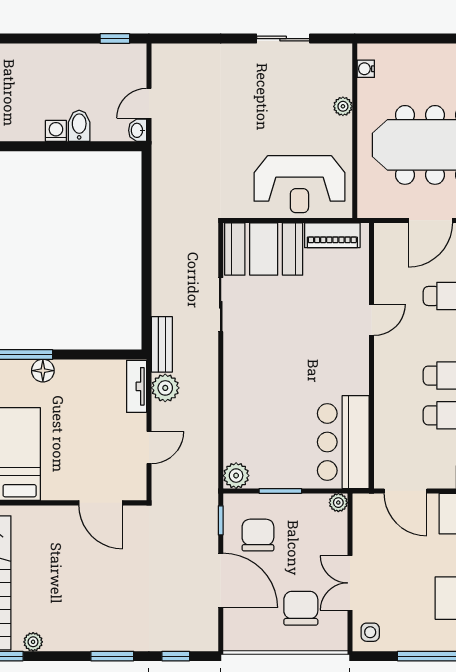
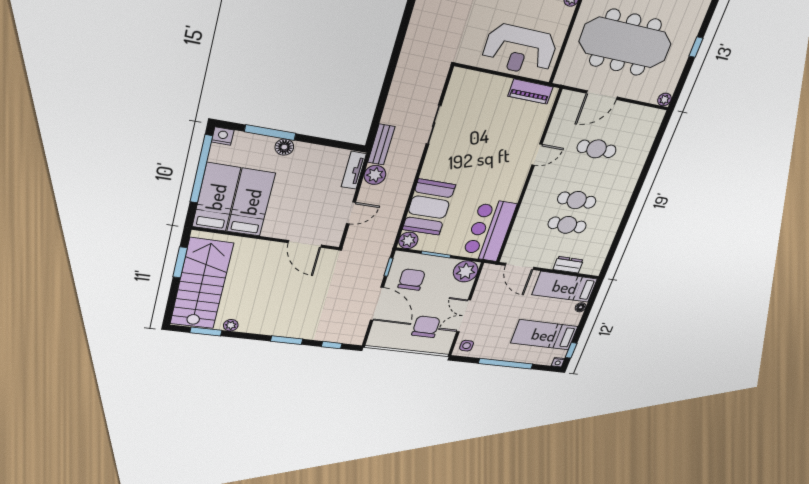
booth: (264, 249) -> (429, 207), moved, turned 90
plant: (338, 503) -> (466, 271), width x1.88, depth x1.88

